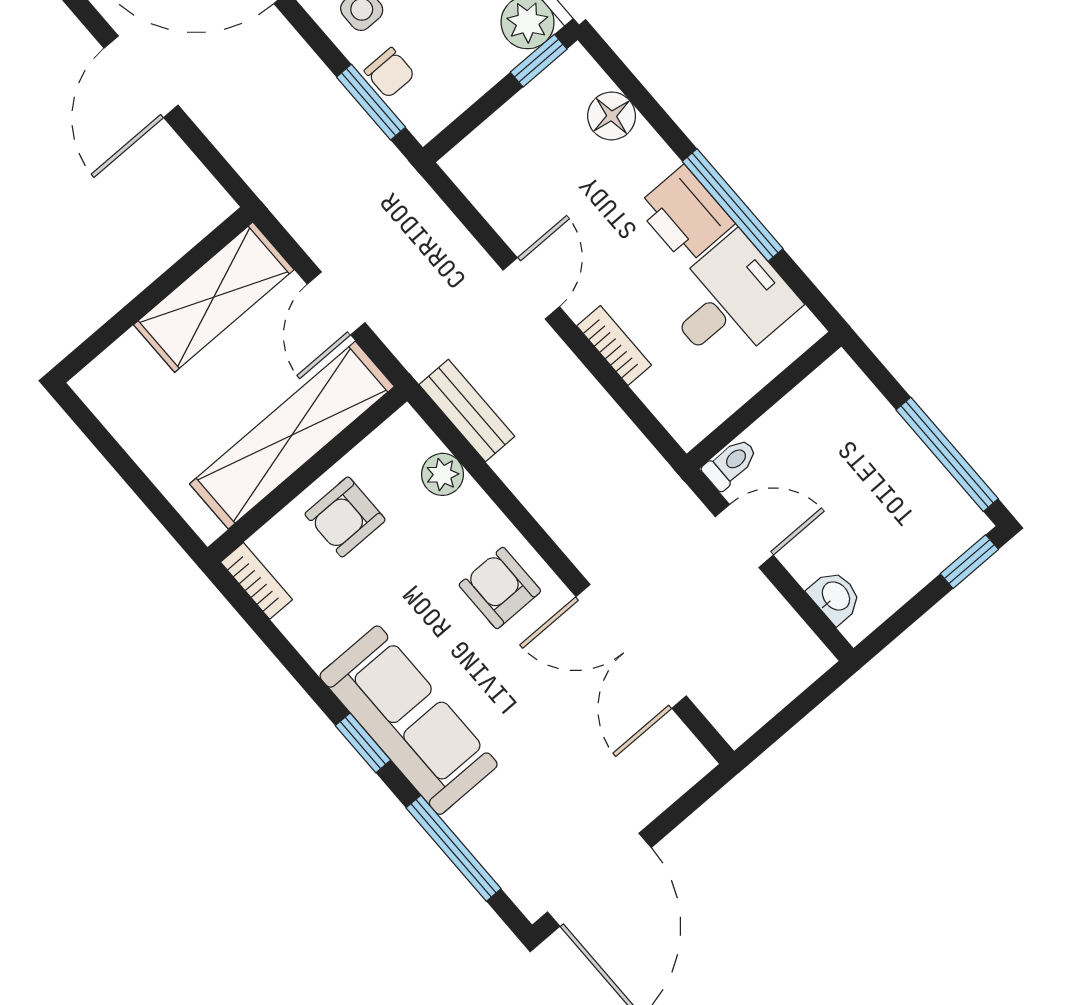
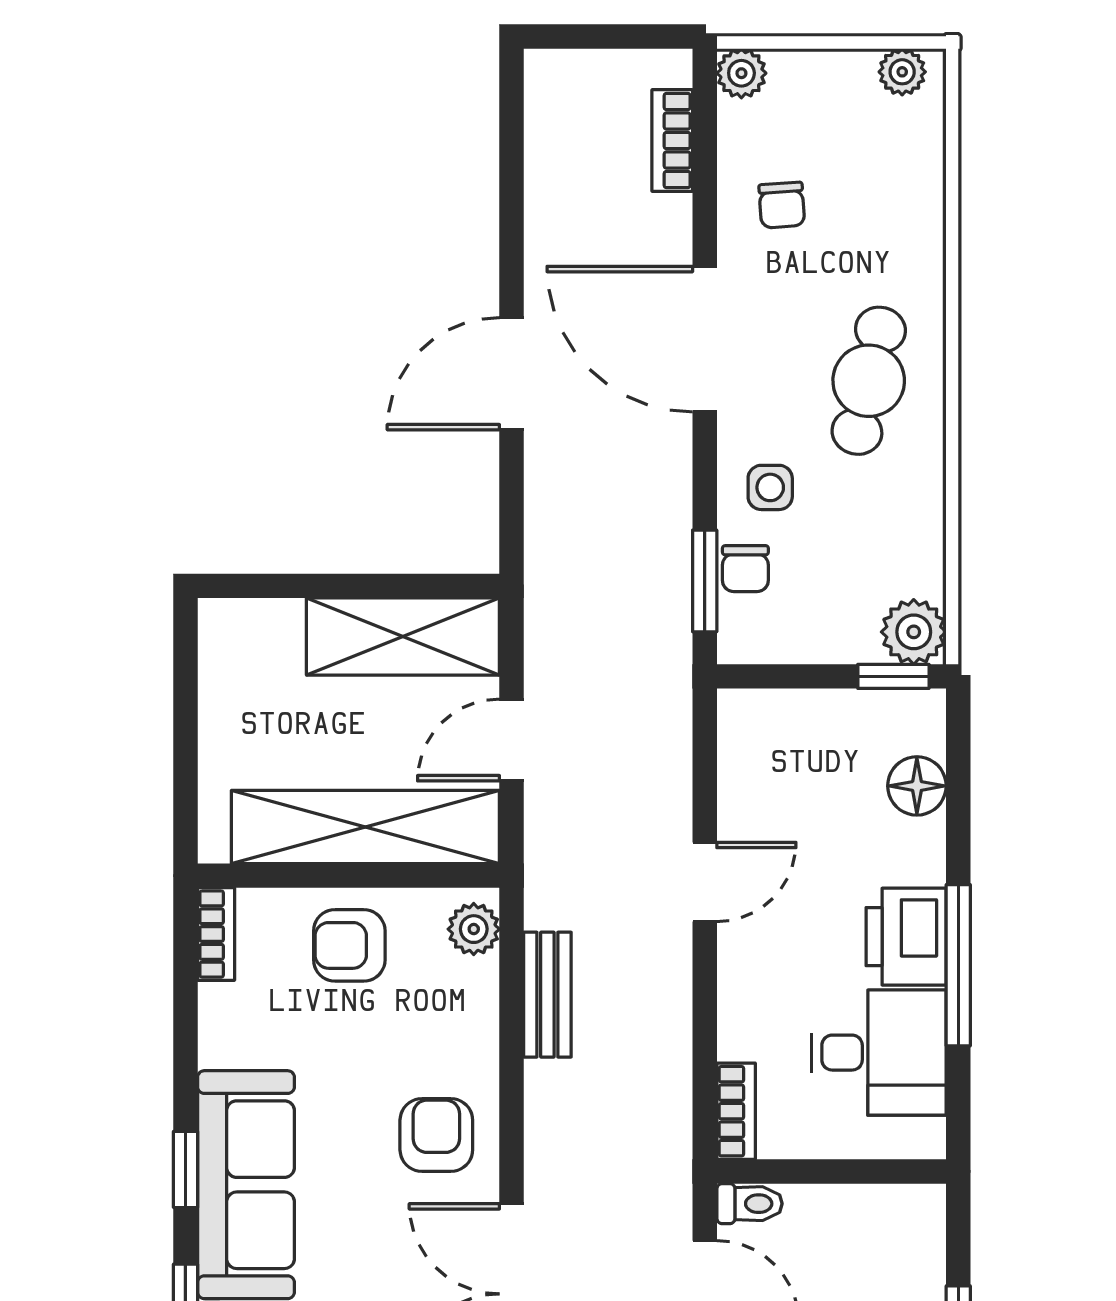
bookcase: (614, 346) -> (736, 1111), moved
bench: (467, 411) -> (547, 995), moved
plant: (442, 474) -> (474, 929), moved

